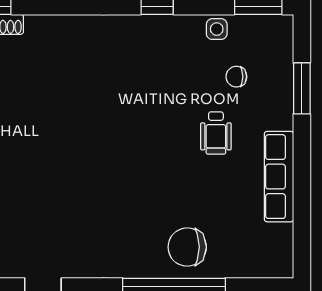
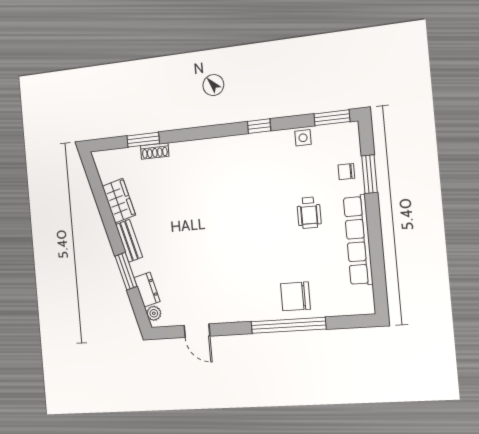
chair: (236, 77) -> (346, 172), moved
row of seats: (279, 177) -> (358, 240), width x1.36

